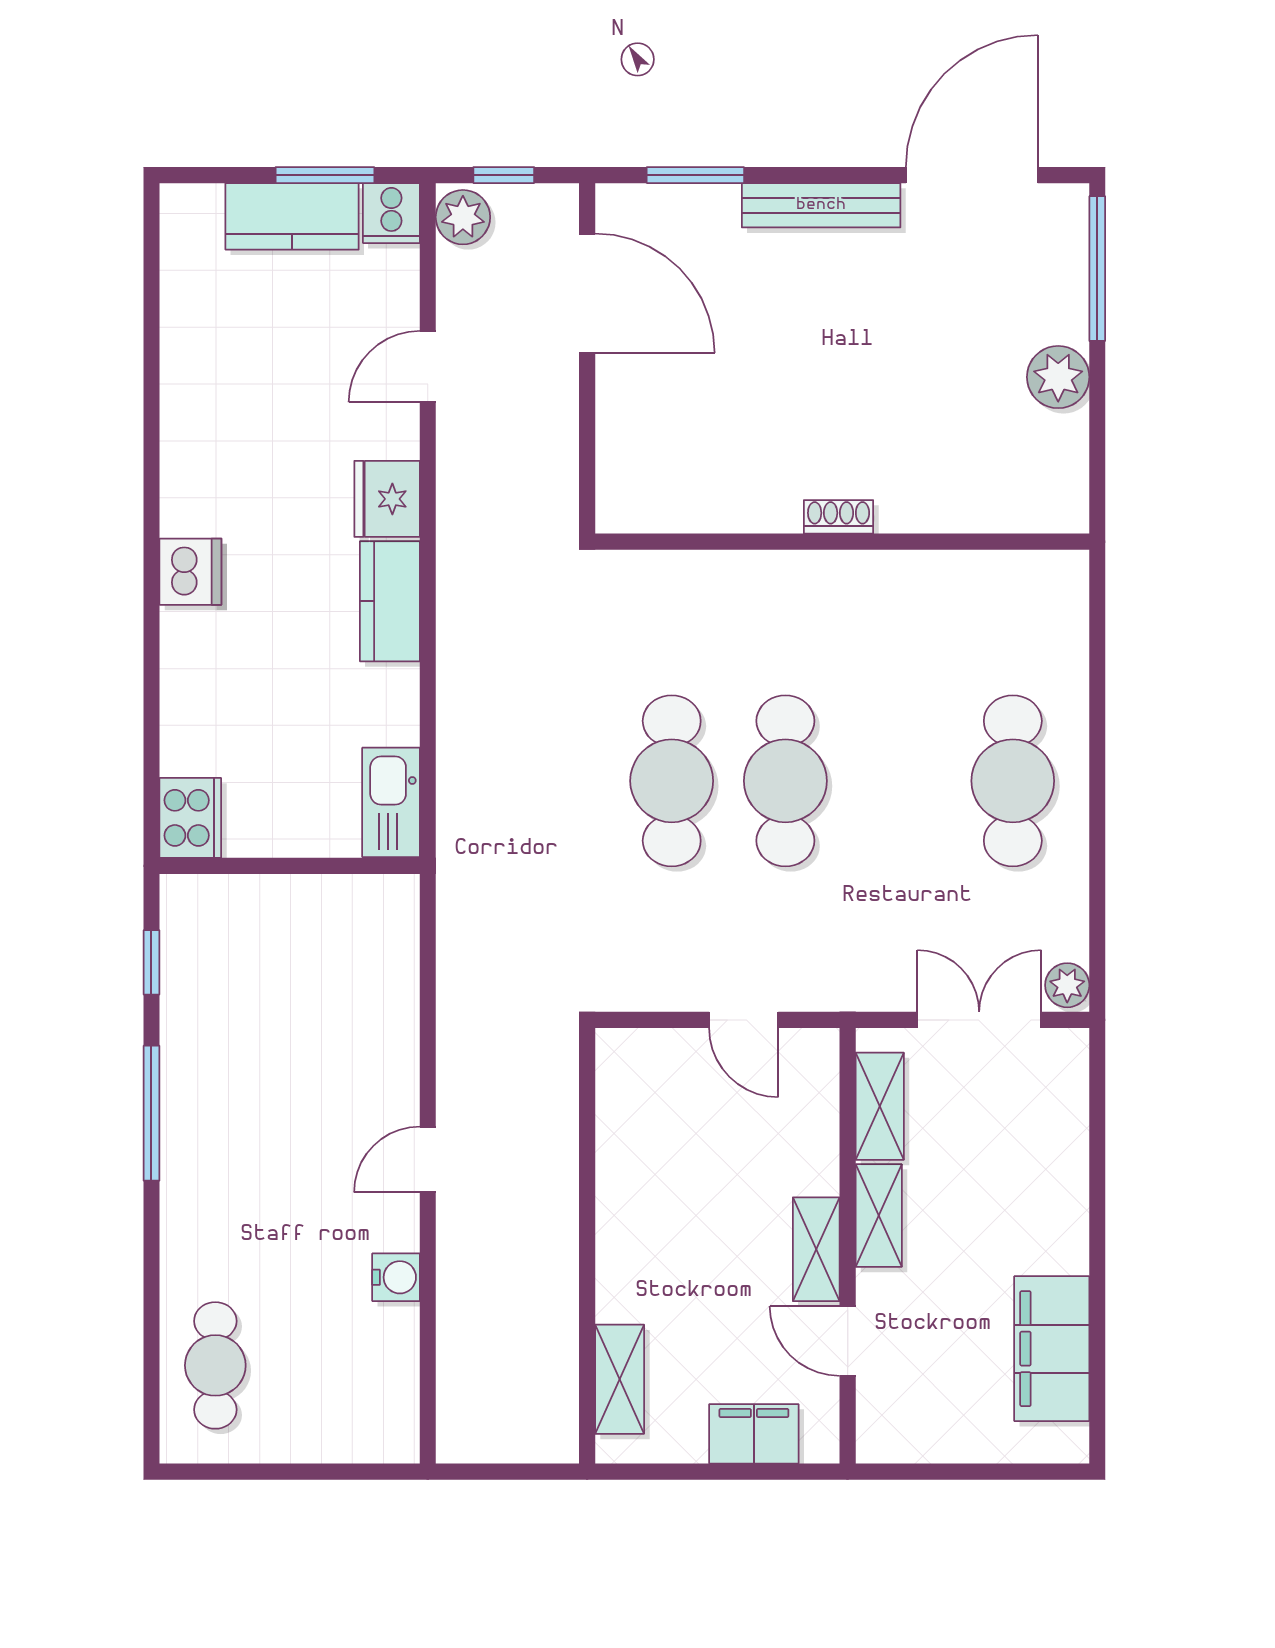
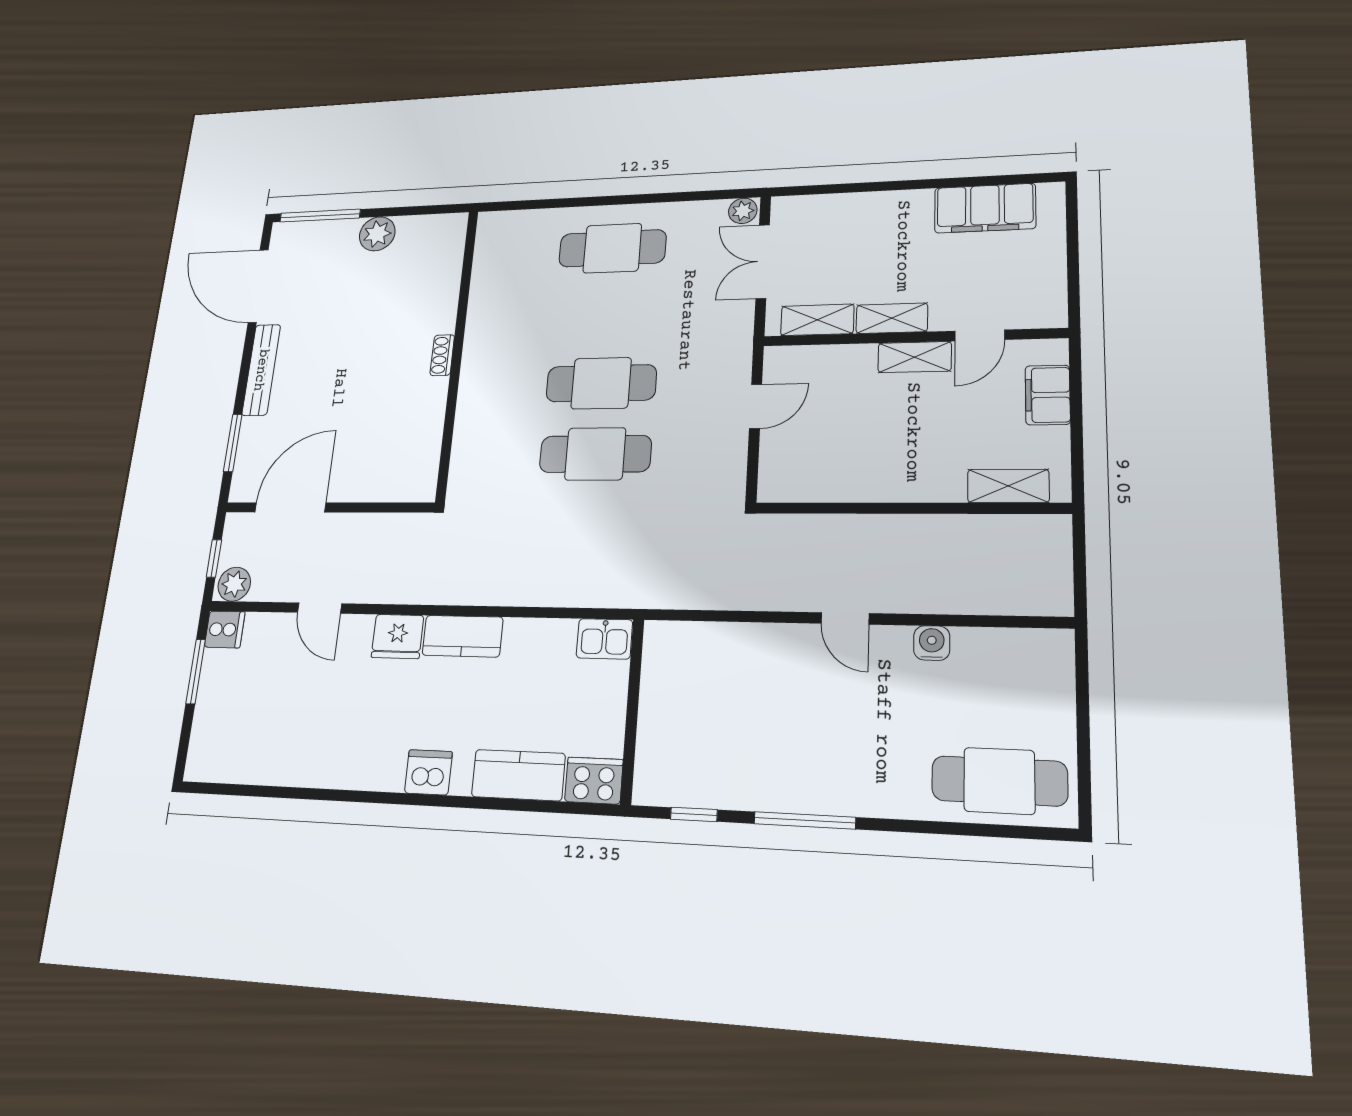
kitchen counter: (292, 216) -> (518, 775), moved, turned -90
kitchen sink: (391, 802) -> (604, 639), width x0.73
cafe table: (215, 1365) -> (999, 781), width x1.37, depth x1.35

